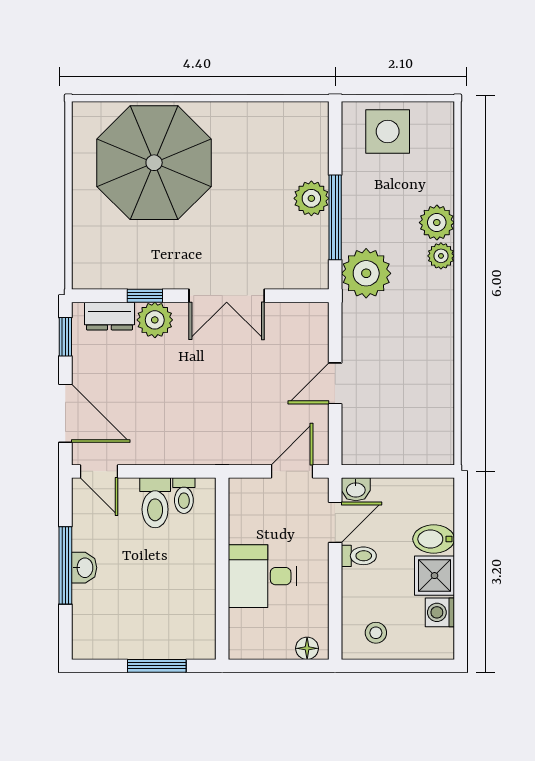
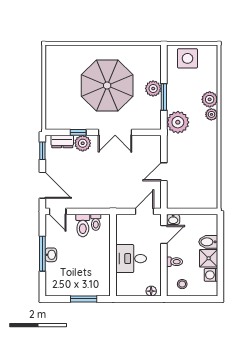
parasol: (154, 163) -> (107, 86), moved
window: (335, 217) -> (164, 97), width x0.69
toilet: (359, 556) -> (175, 262), moved

